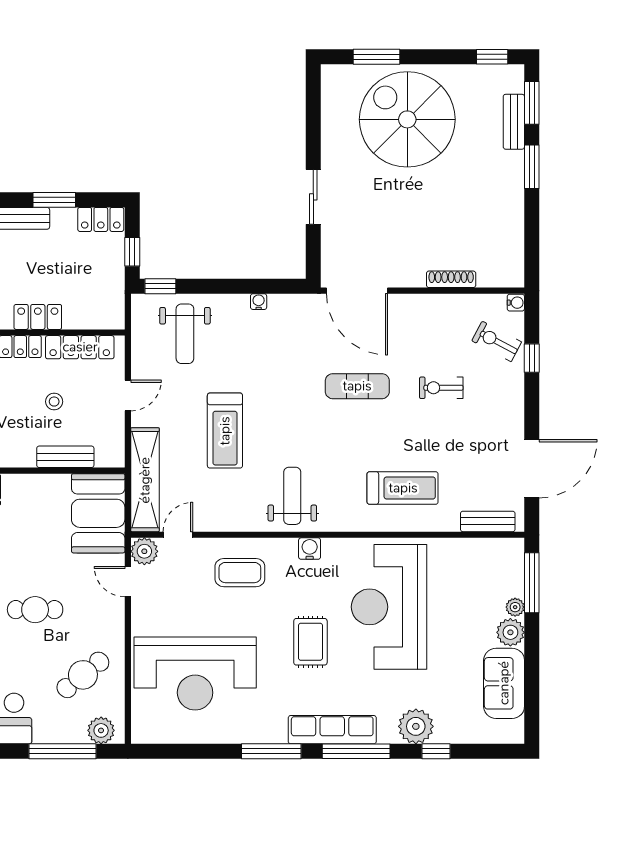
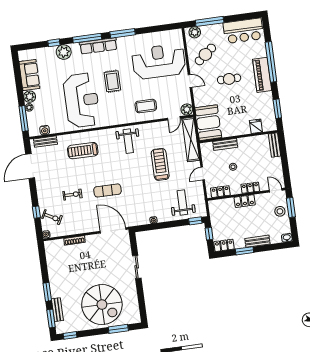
locker: (80, 347) -> (220, 192), width x0.66
water cooler: (310, 549) -> (45, 130), moved
door: (128, 582) -> (190, 81), moved

